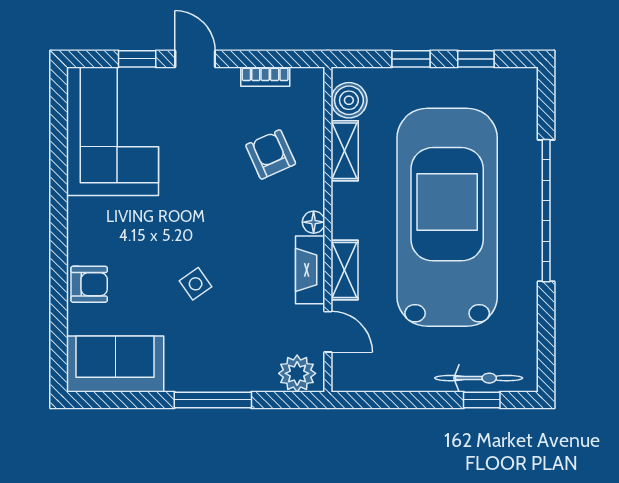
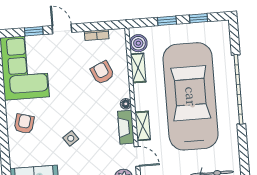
armchair: (89, 284) -> (24, 124), moved, turned -75

